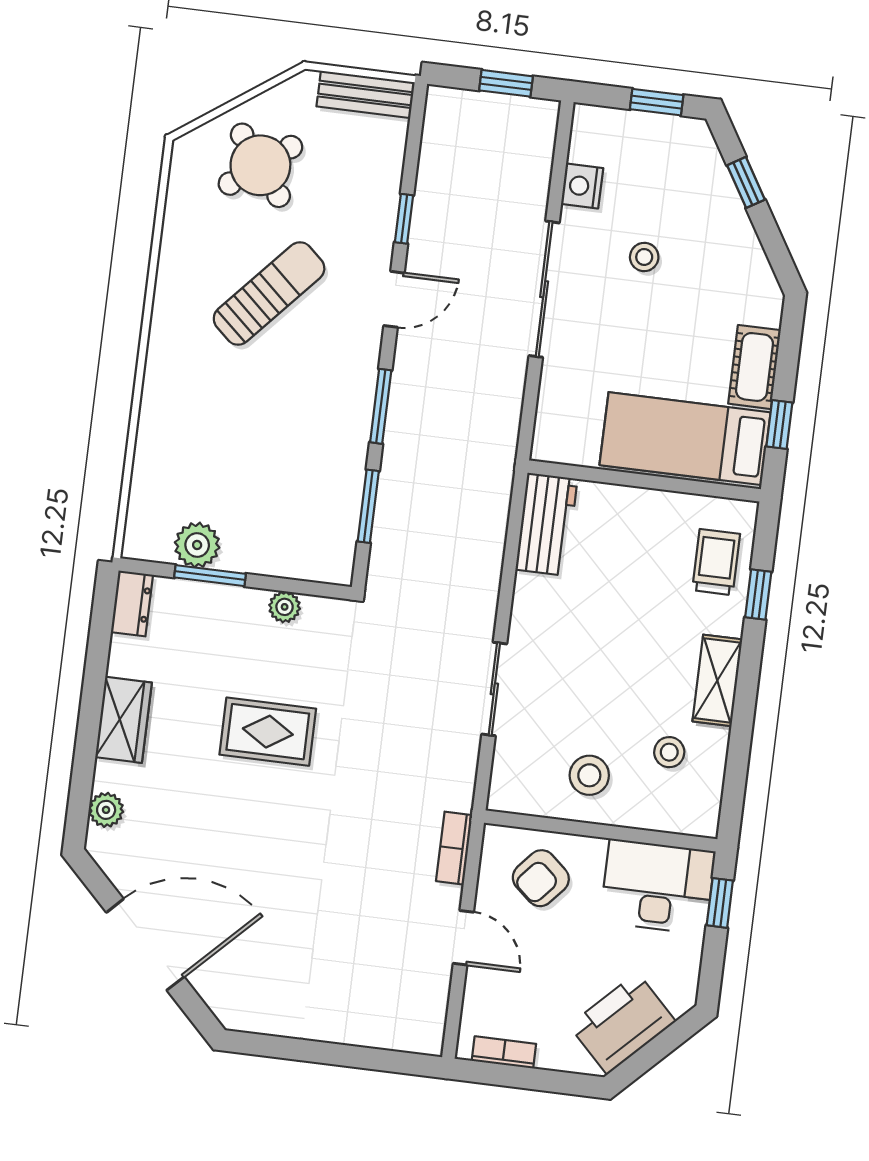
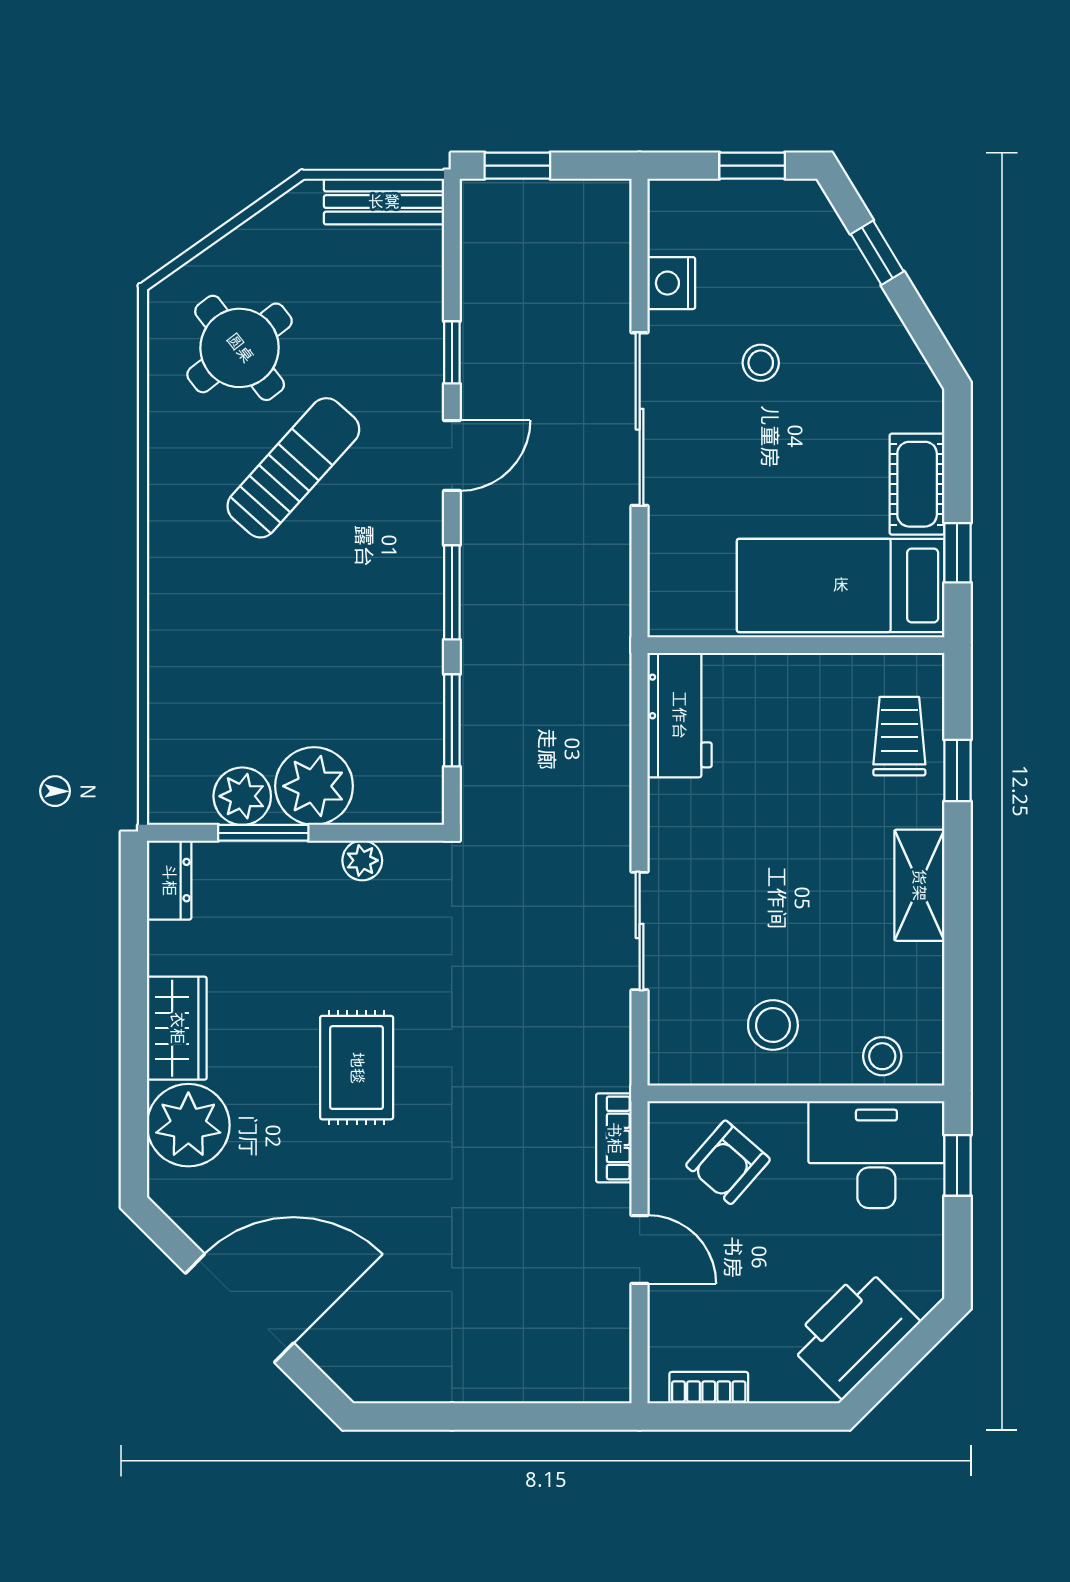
window: (506, 83) -> (517, 166), moved
round table: (260, 165) -> (240, 348), moved
plant: (254, 544) -> (314, 786), added
rug: (268, 732) -> (357, 1068), moved, turned 90
stool: (669, 752) -> (882, 1056), moved
plant: (106, 810) -> (188, 1125), width x1.88, depth x1.88

